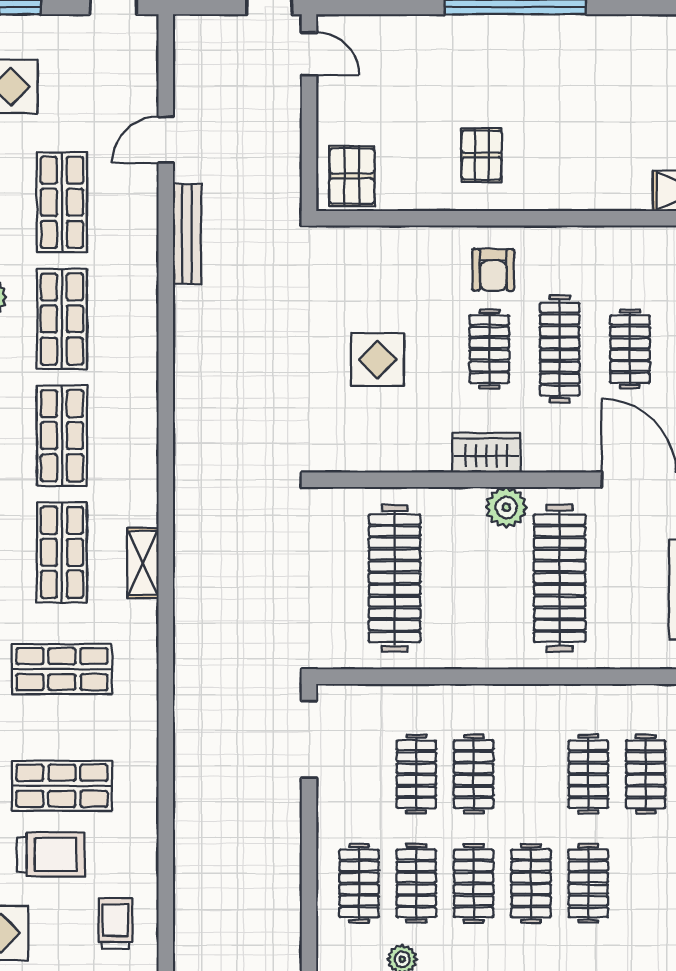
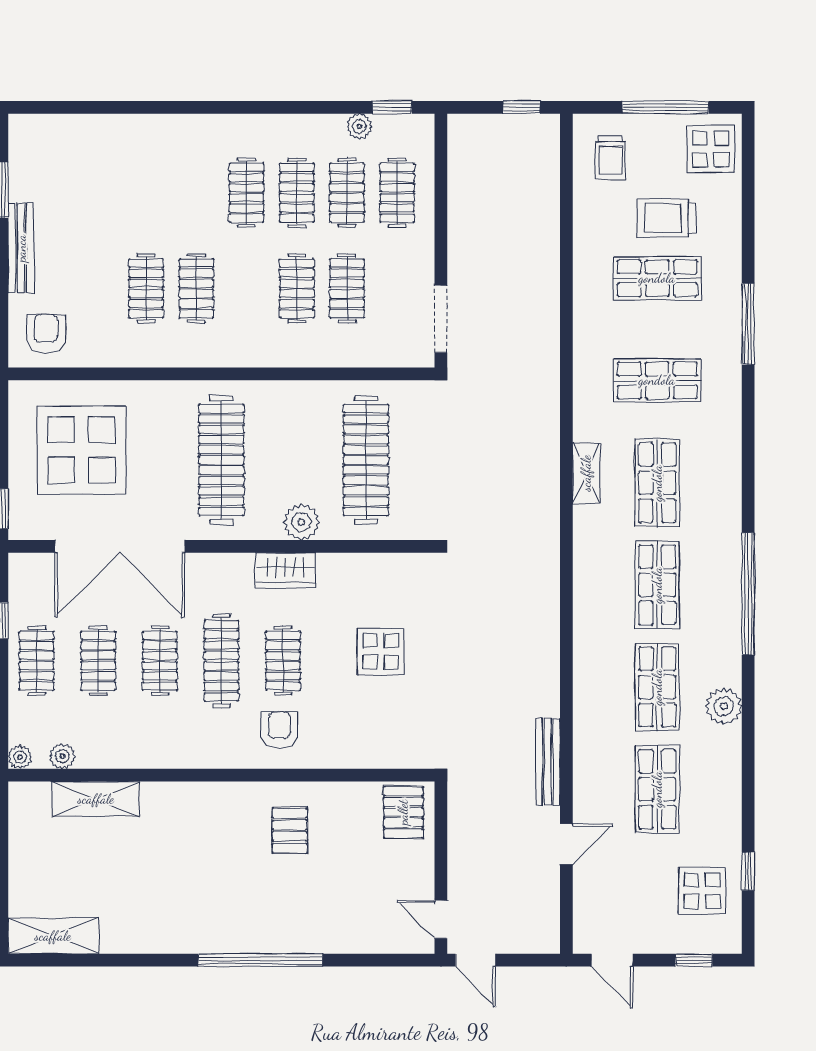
plant: (506, 507) -> (301, 522), moved
clothes rail: (588, 883) -> (196, 193), removed

